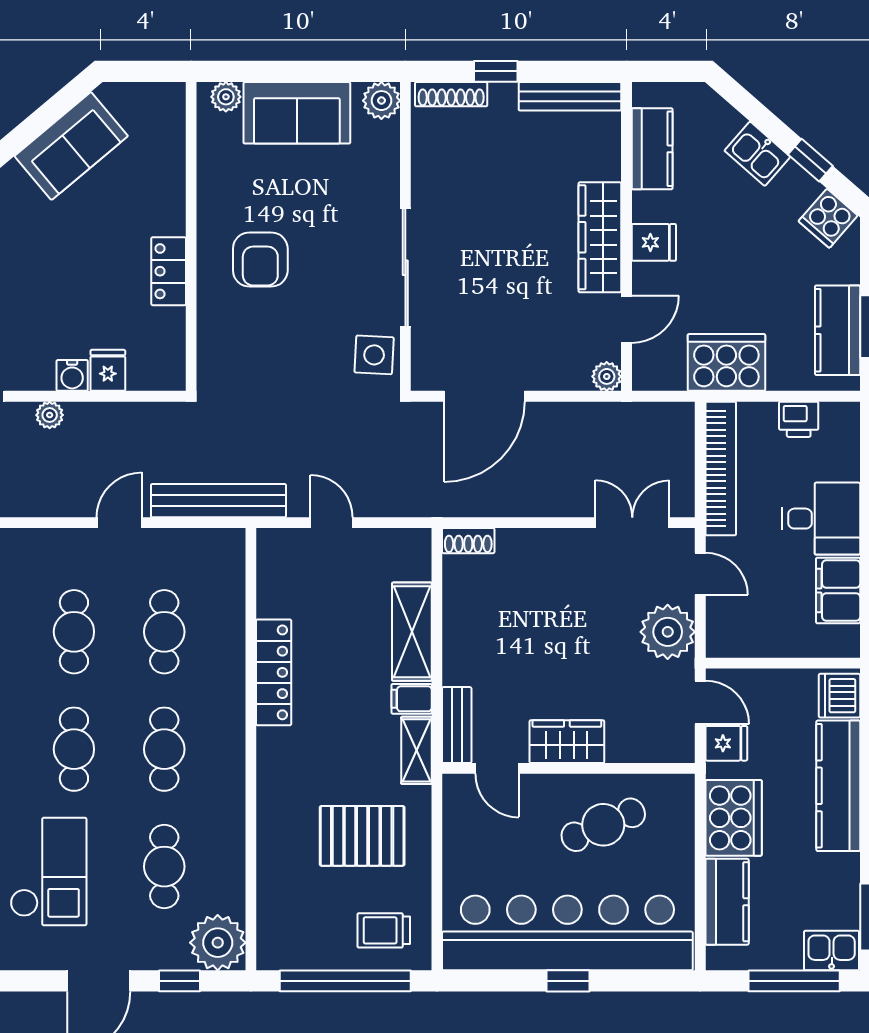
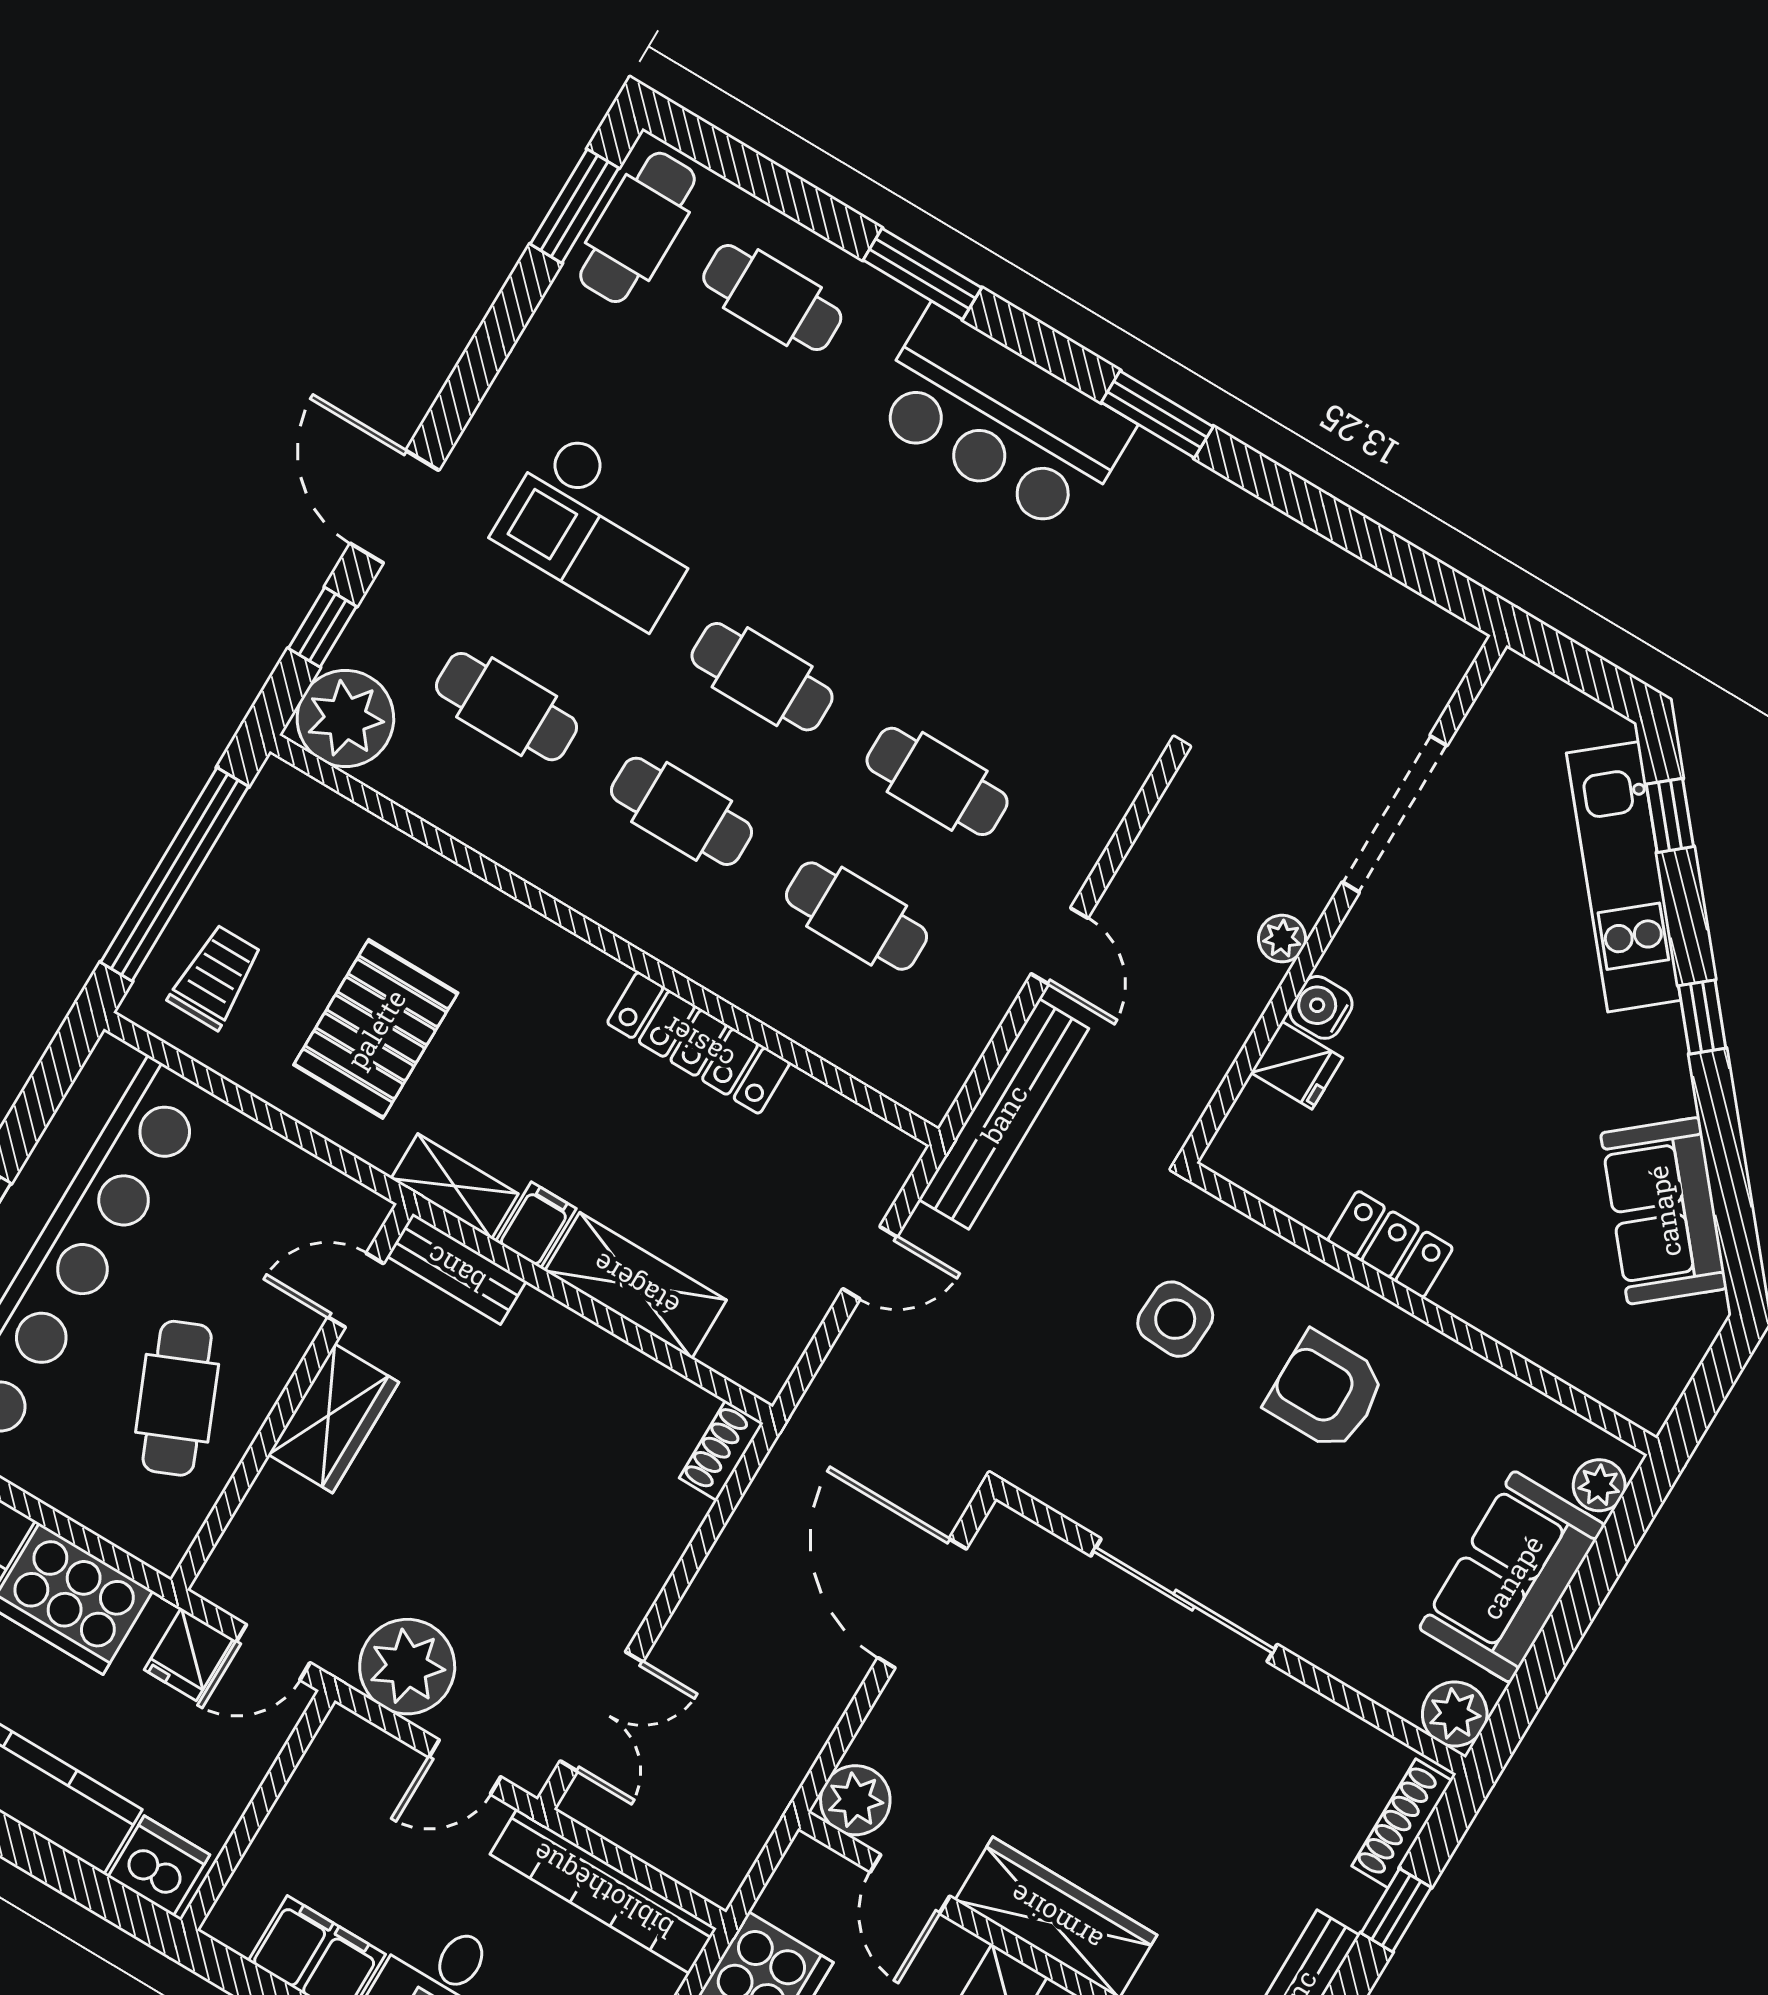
side table: (374, 355) -> (1175, 1319), moved
plant: (607, 376) -> (855, 1800), width x1.38, depth x1.38

